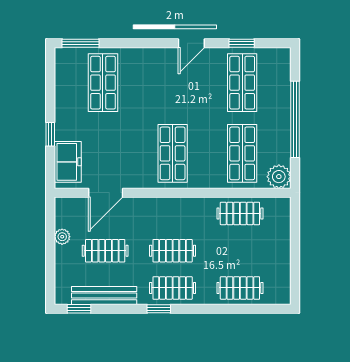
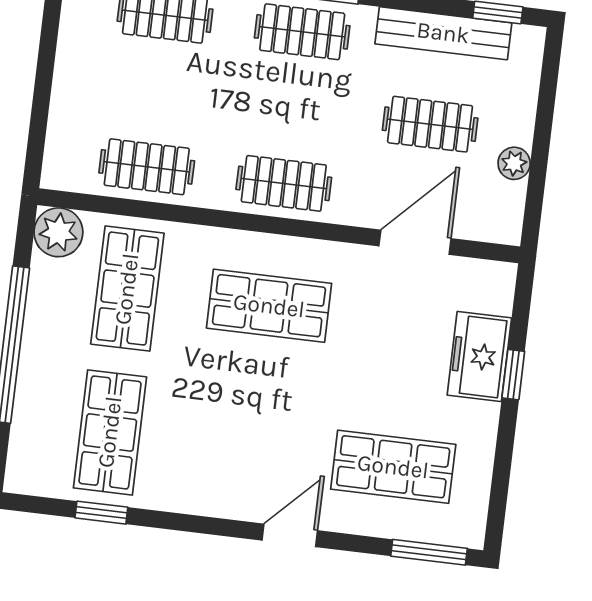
door: (191, 43) -> (290, 535), moved
shop shelf: (103, 83) -> (393, 467), turned 90
shop shelf: (173, 153) -> (269, 306), turned 90
freezer: (68, 162) -> (479, 356), moved
clothes rail: (173, 251) -> (284, 183), moved

